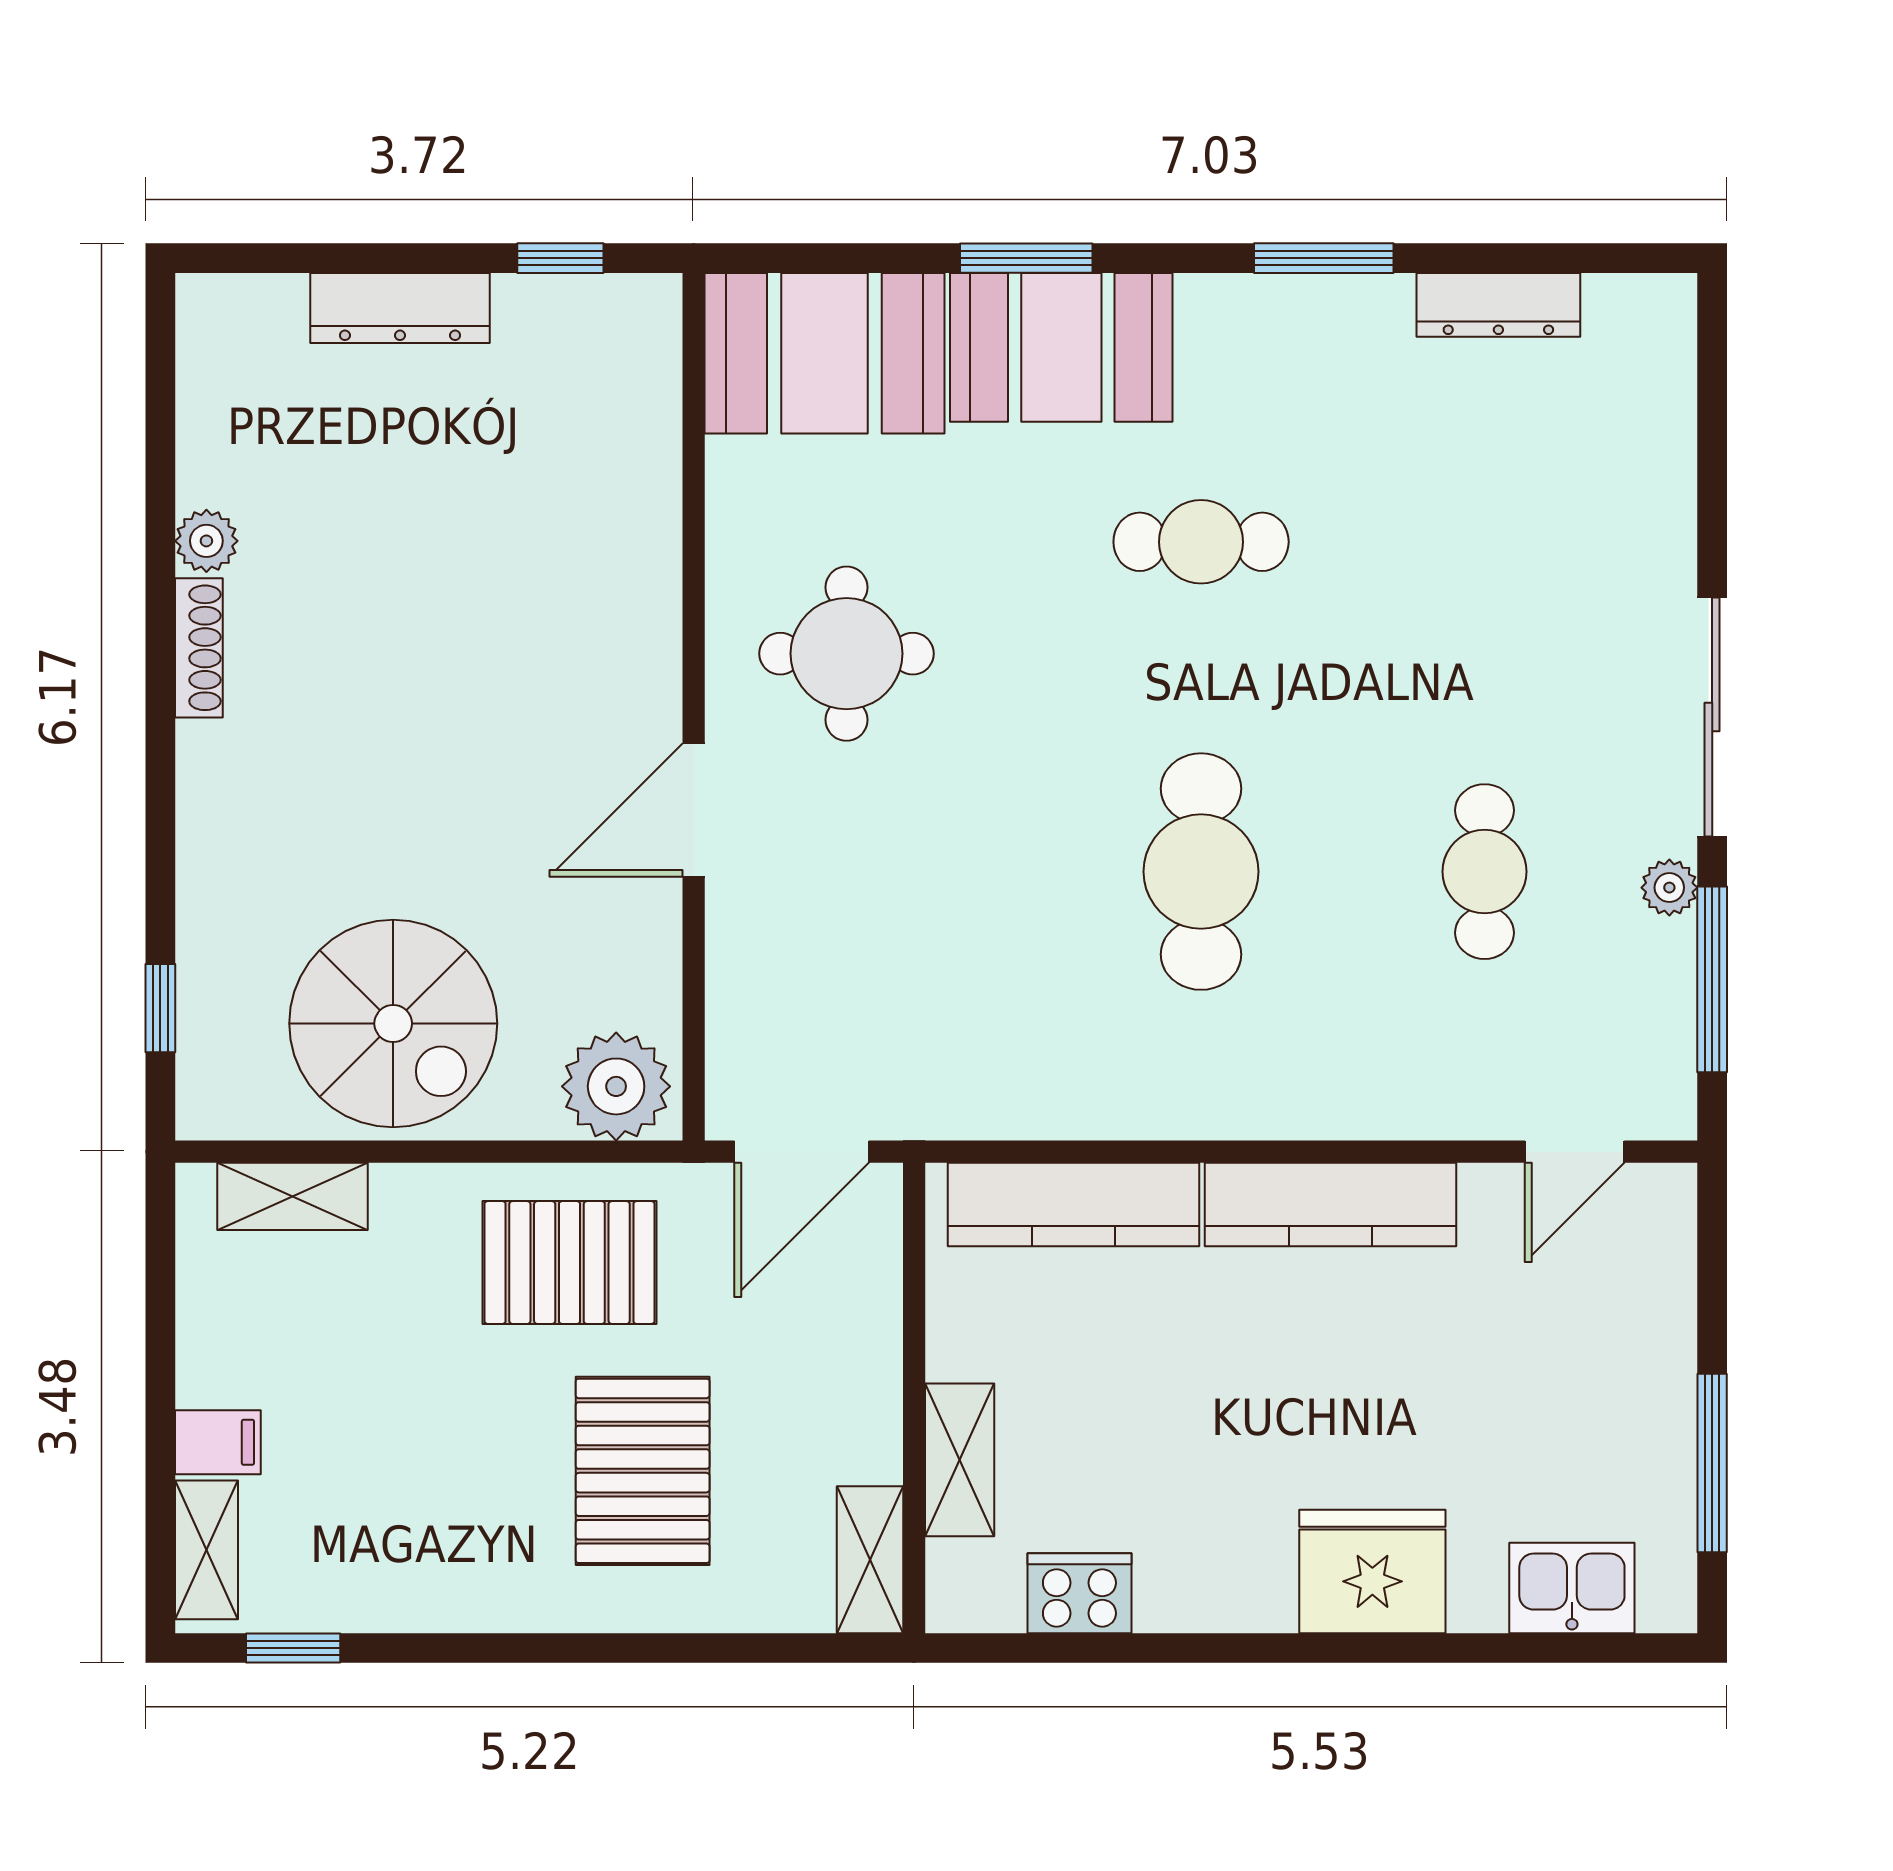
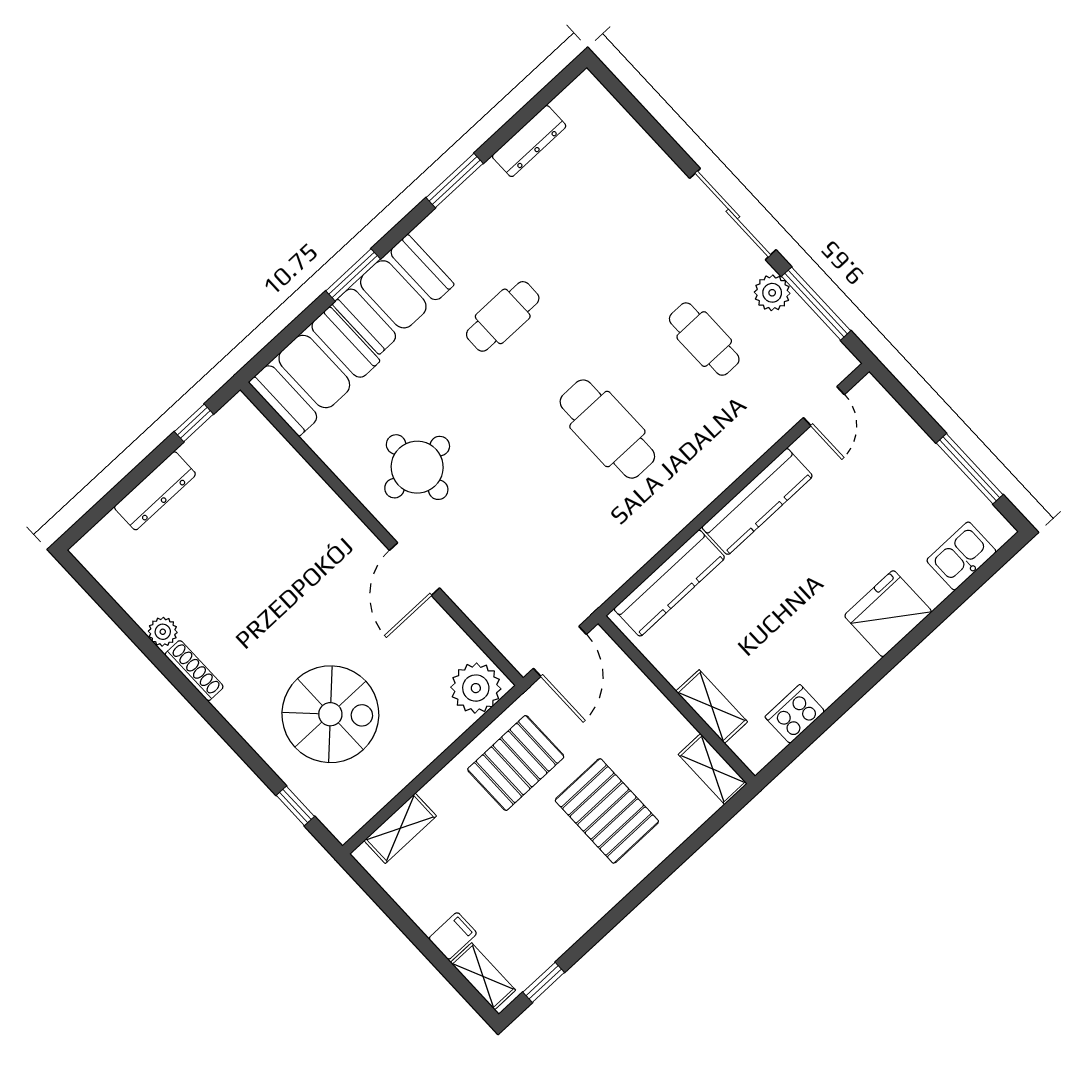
plant: (1669, 888) -> (772, 293), width x1.38, depth x1.38
spiral stairs: (393, 1023) -> (330, 714), moved

